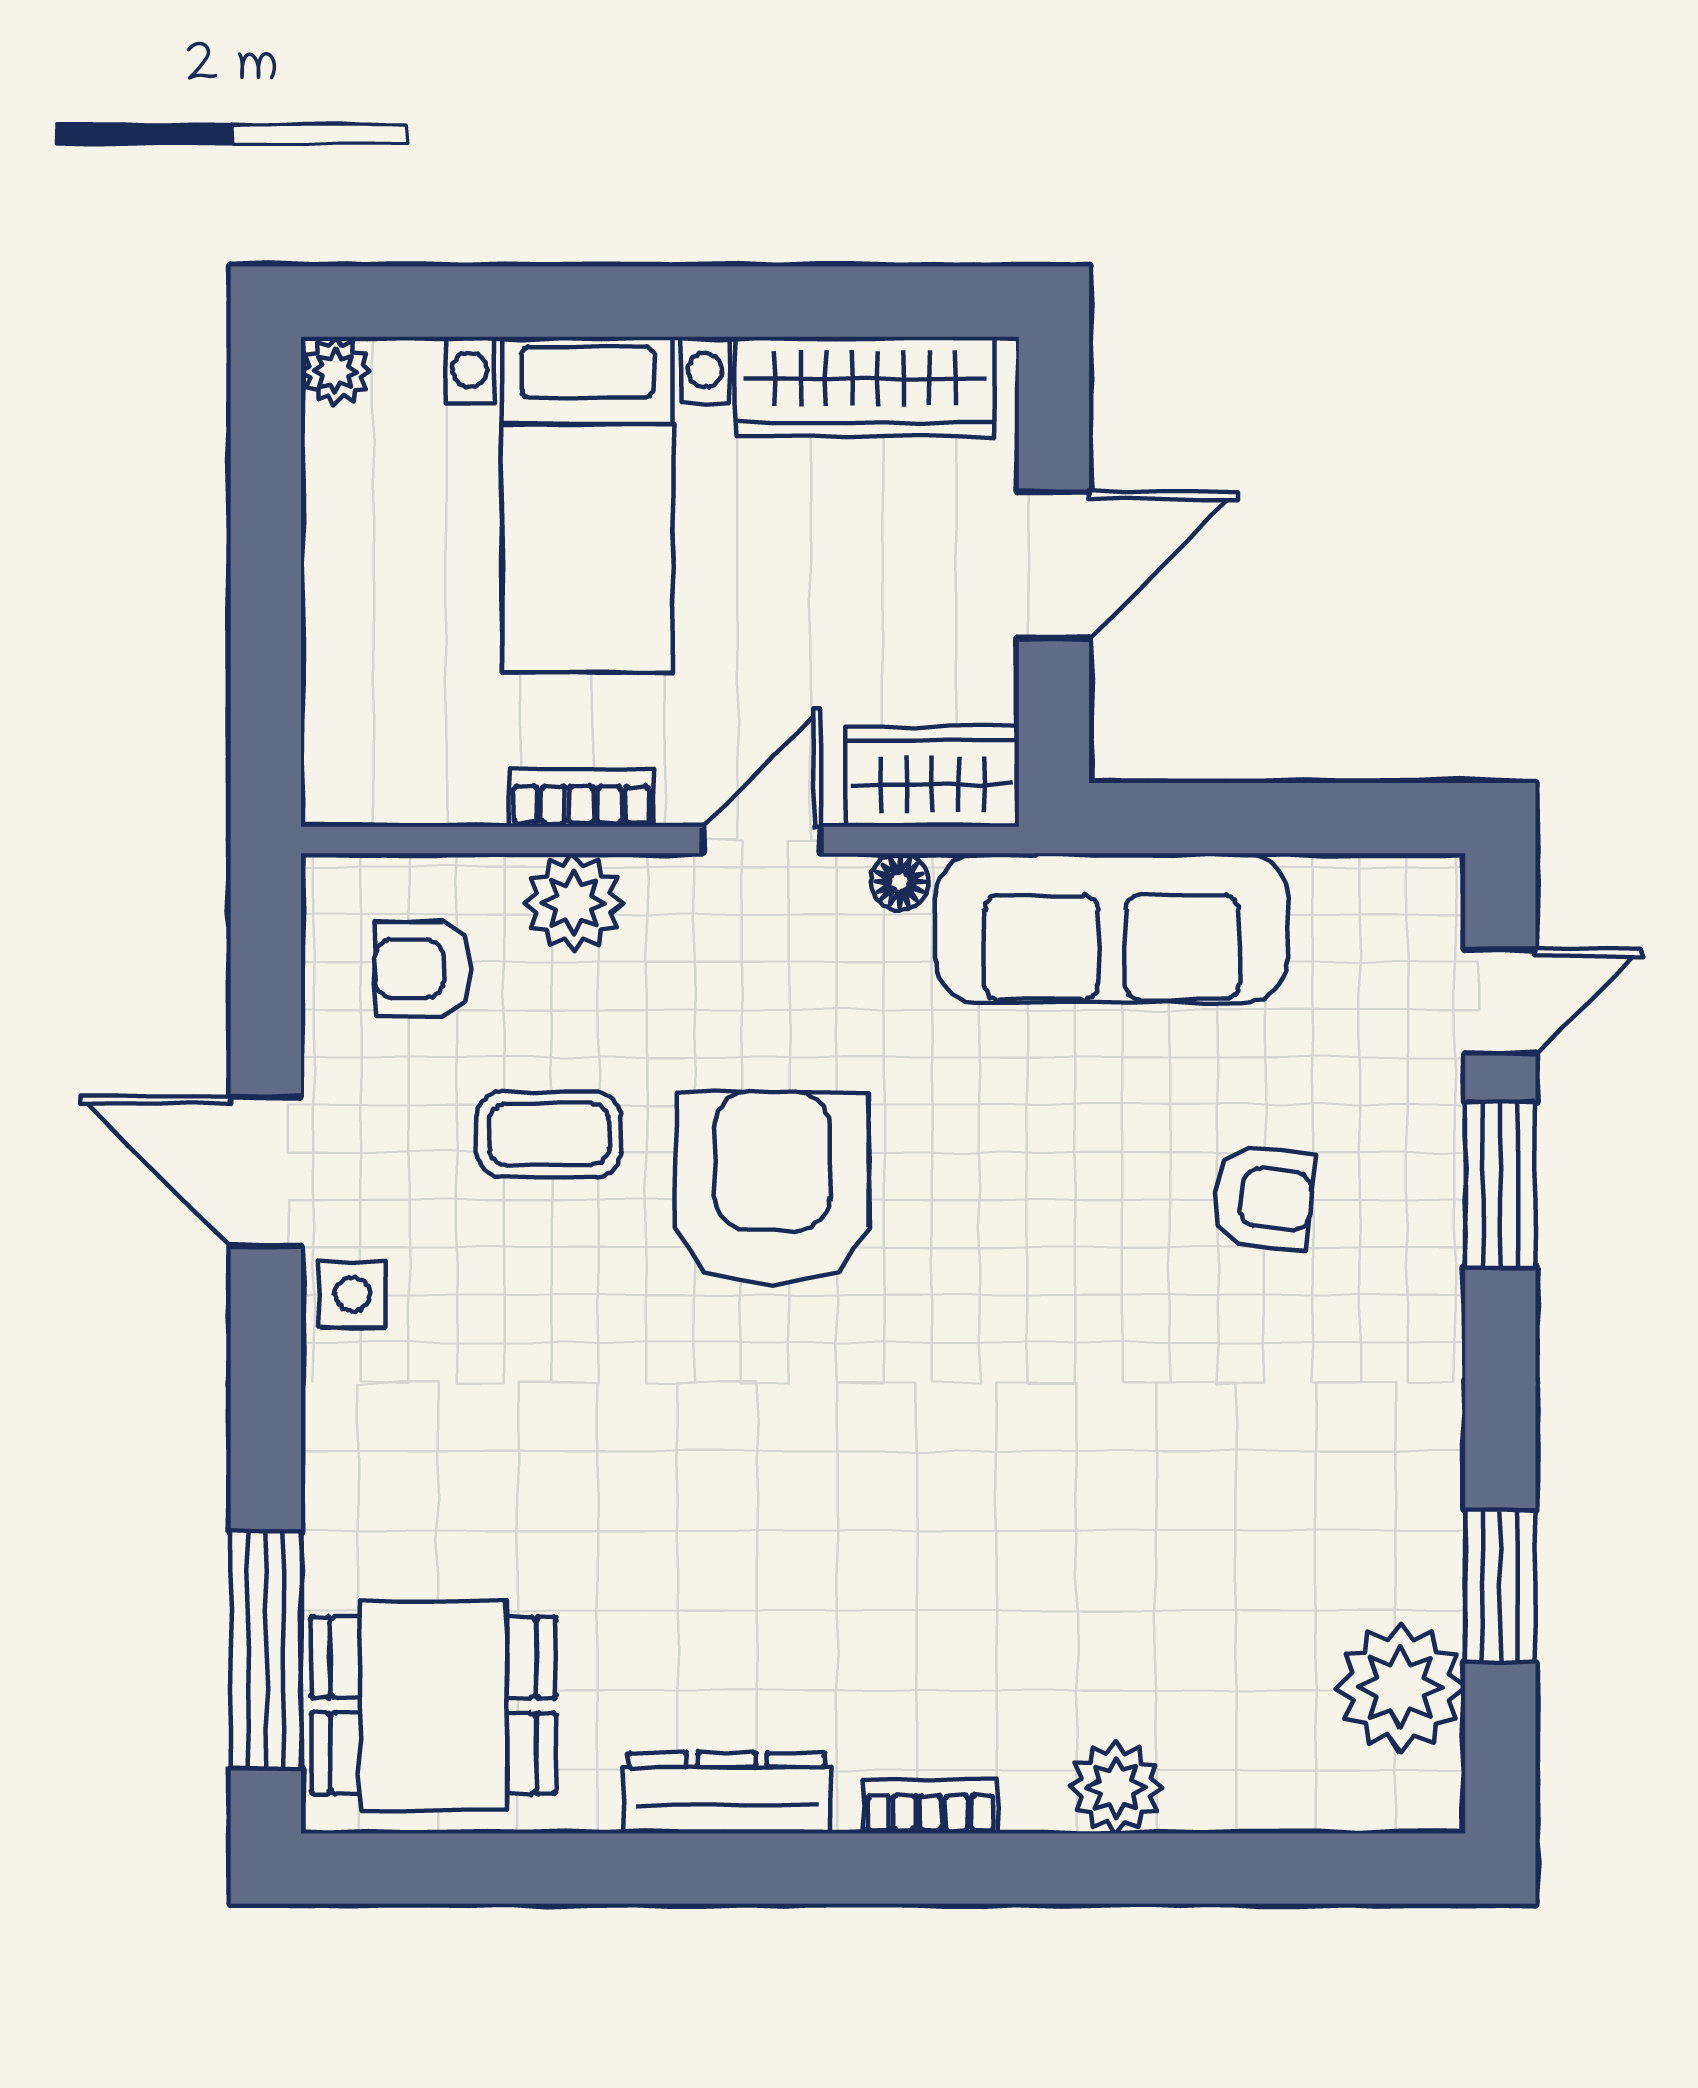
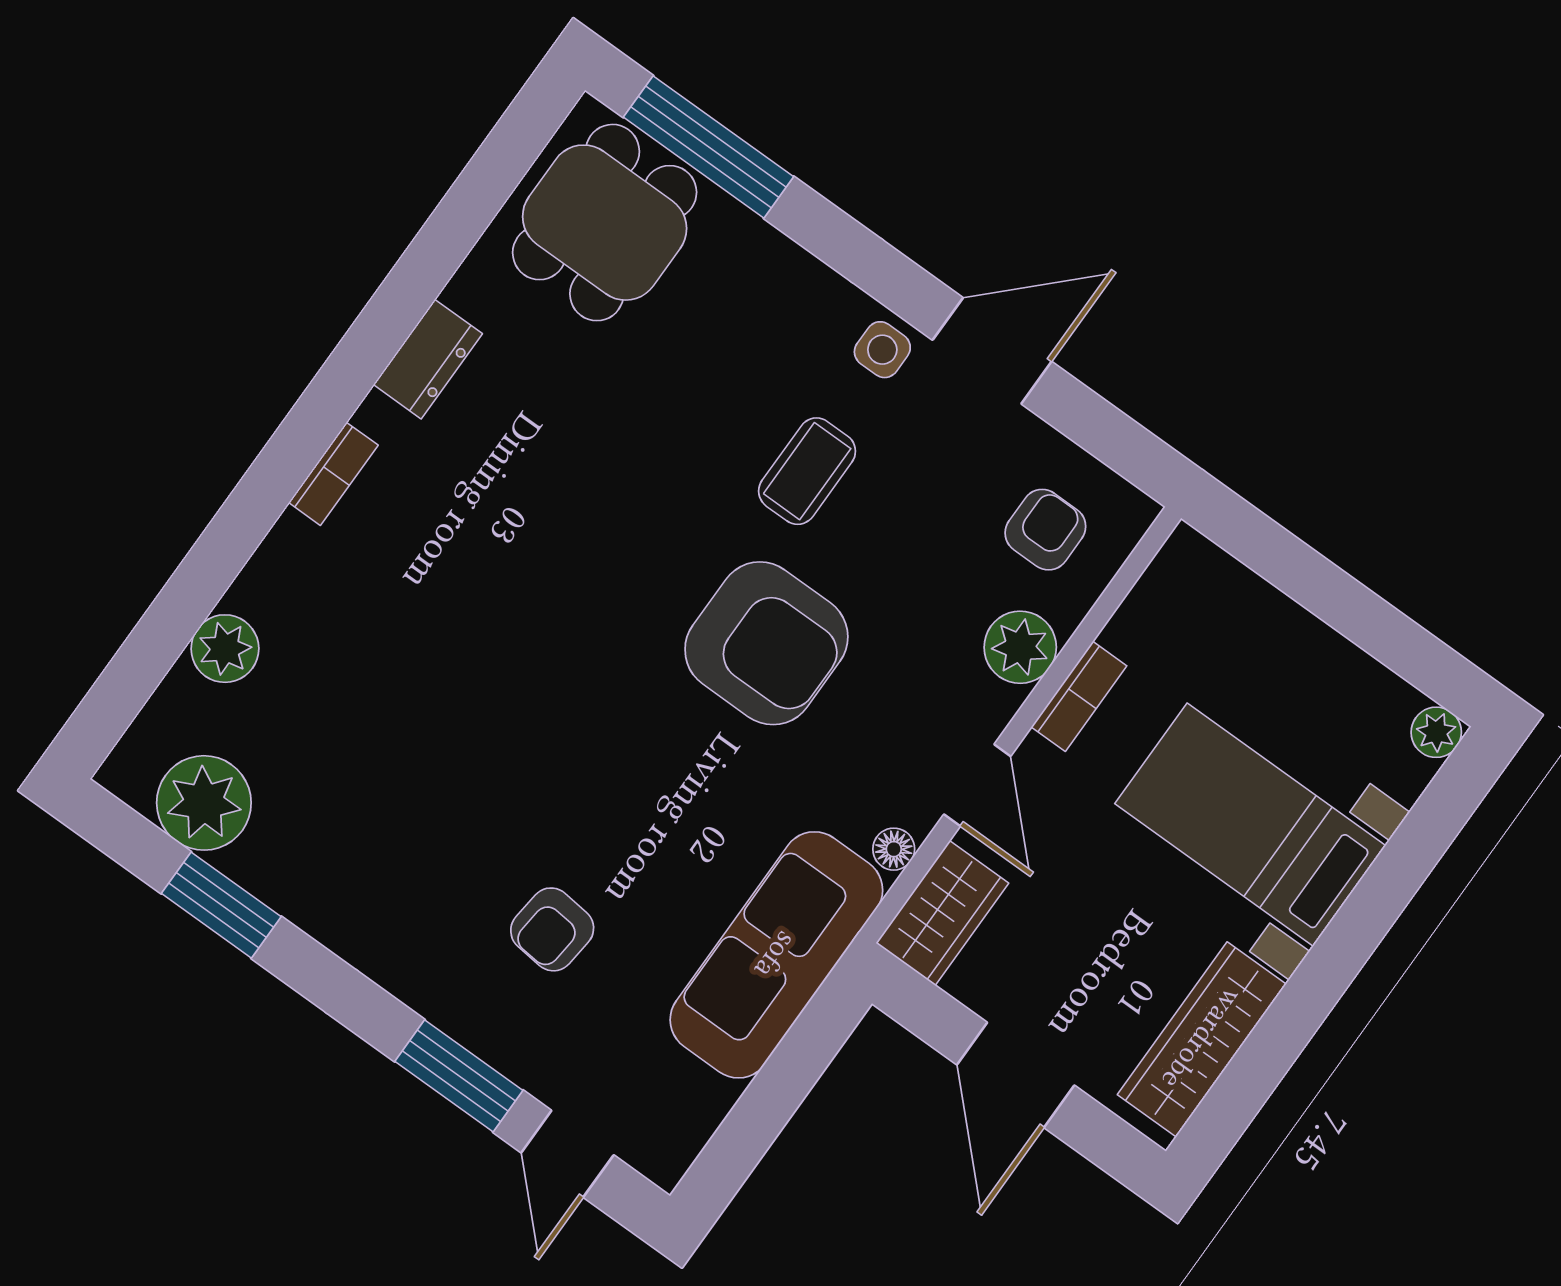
coffee table: (549, 1134) -> (807, 471), moved
plant: (1116, 1787) -> (225, 649), moved
dresser: (727, 1793) -> (428, 359), width x0.70

